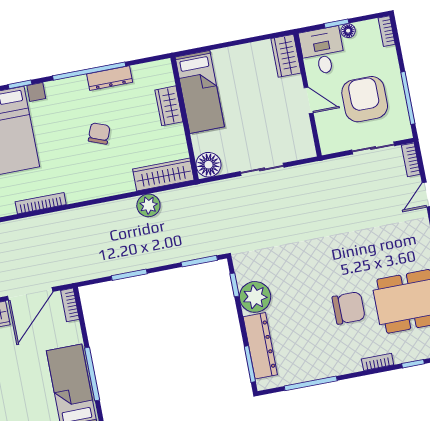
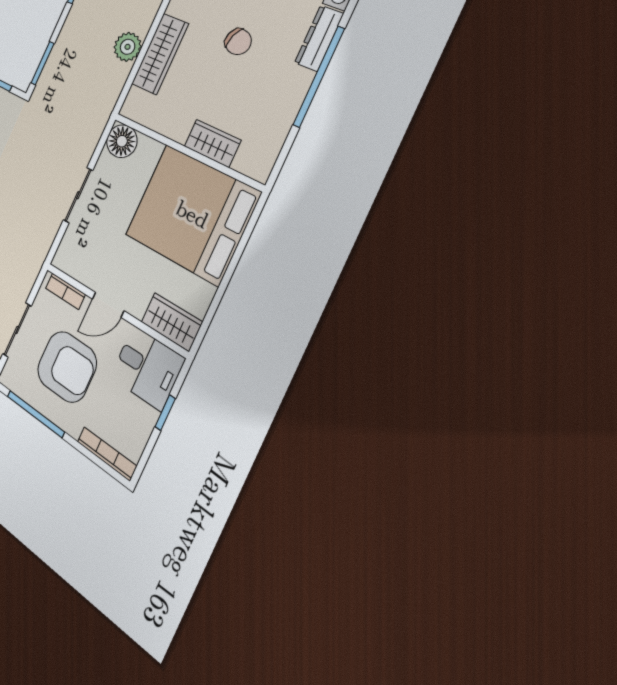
floor lamp: (348, 31) -> (148, 418), removed
bookcase: (387, 31) -> (107, 454), width x1.56
dresser: (110, 78) -> (319, 38), moved
bed: (200, 92) -> (192, 214), width x2.04
bookcase: (324, 133) -> (65, 291), added
wardrobe: (163, 175) -> (160, 54), moved

